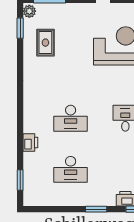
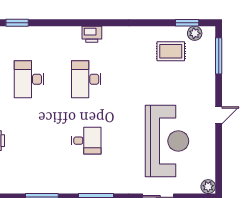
plant: (29, 11) -> (195, 33), moved
printer: (30, 143) -> (92, 34), moved

